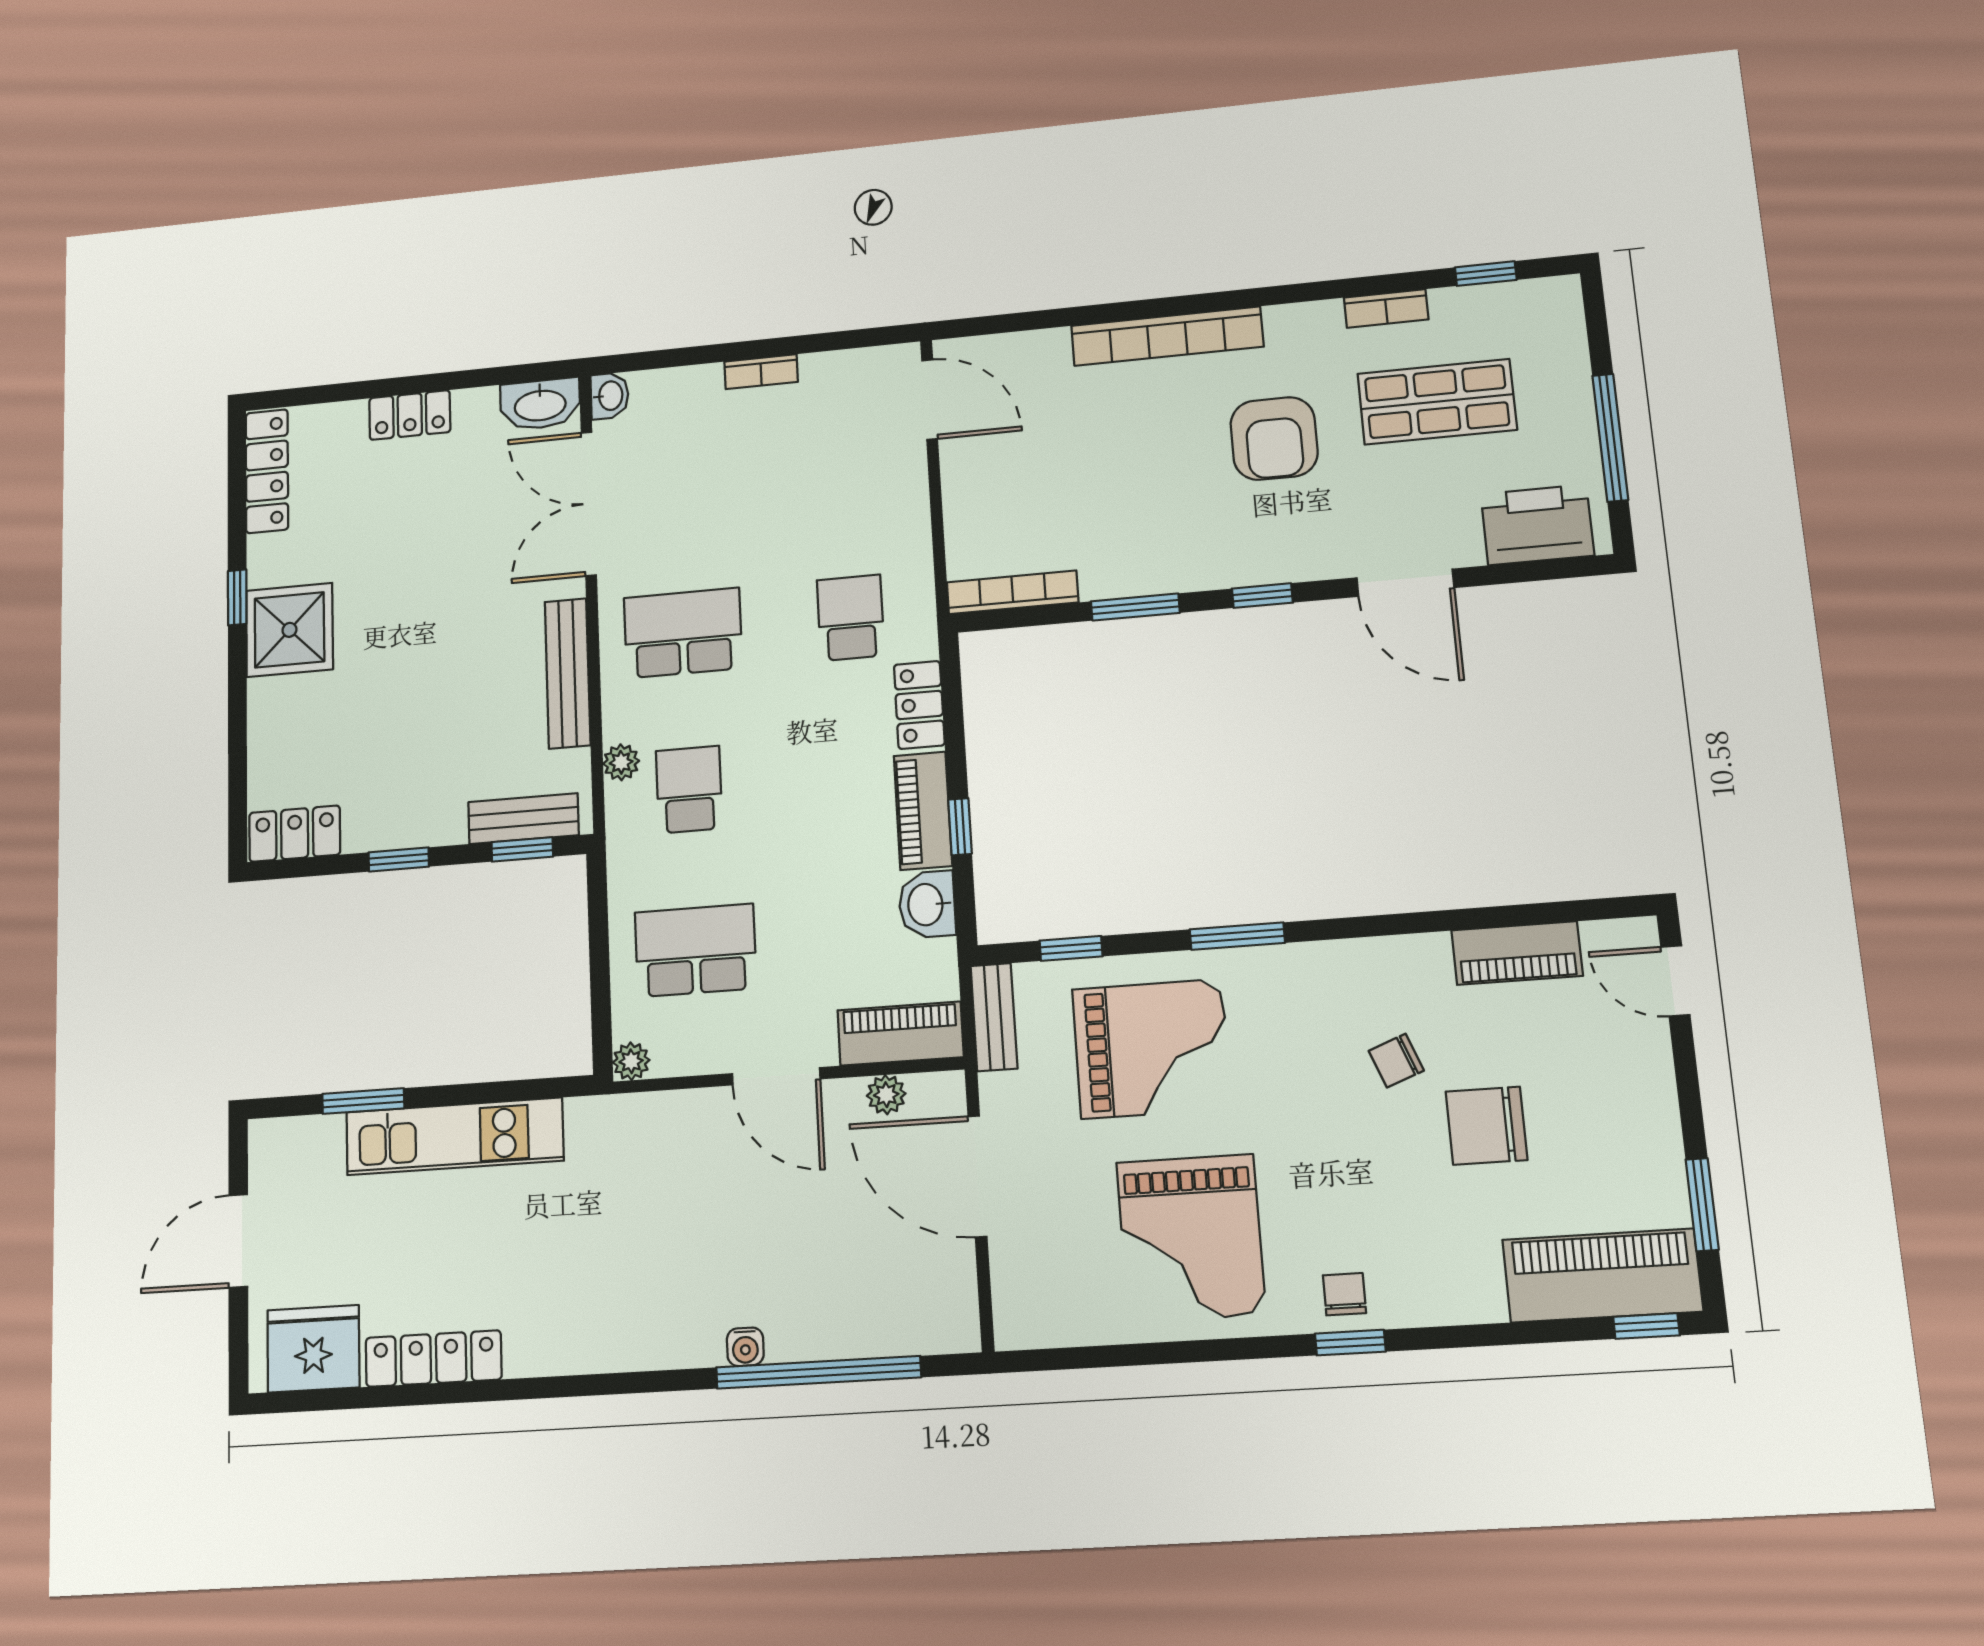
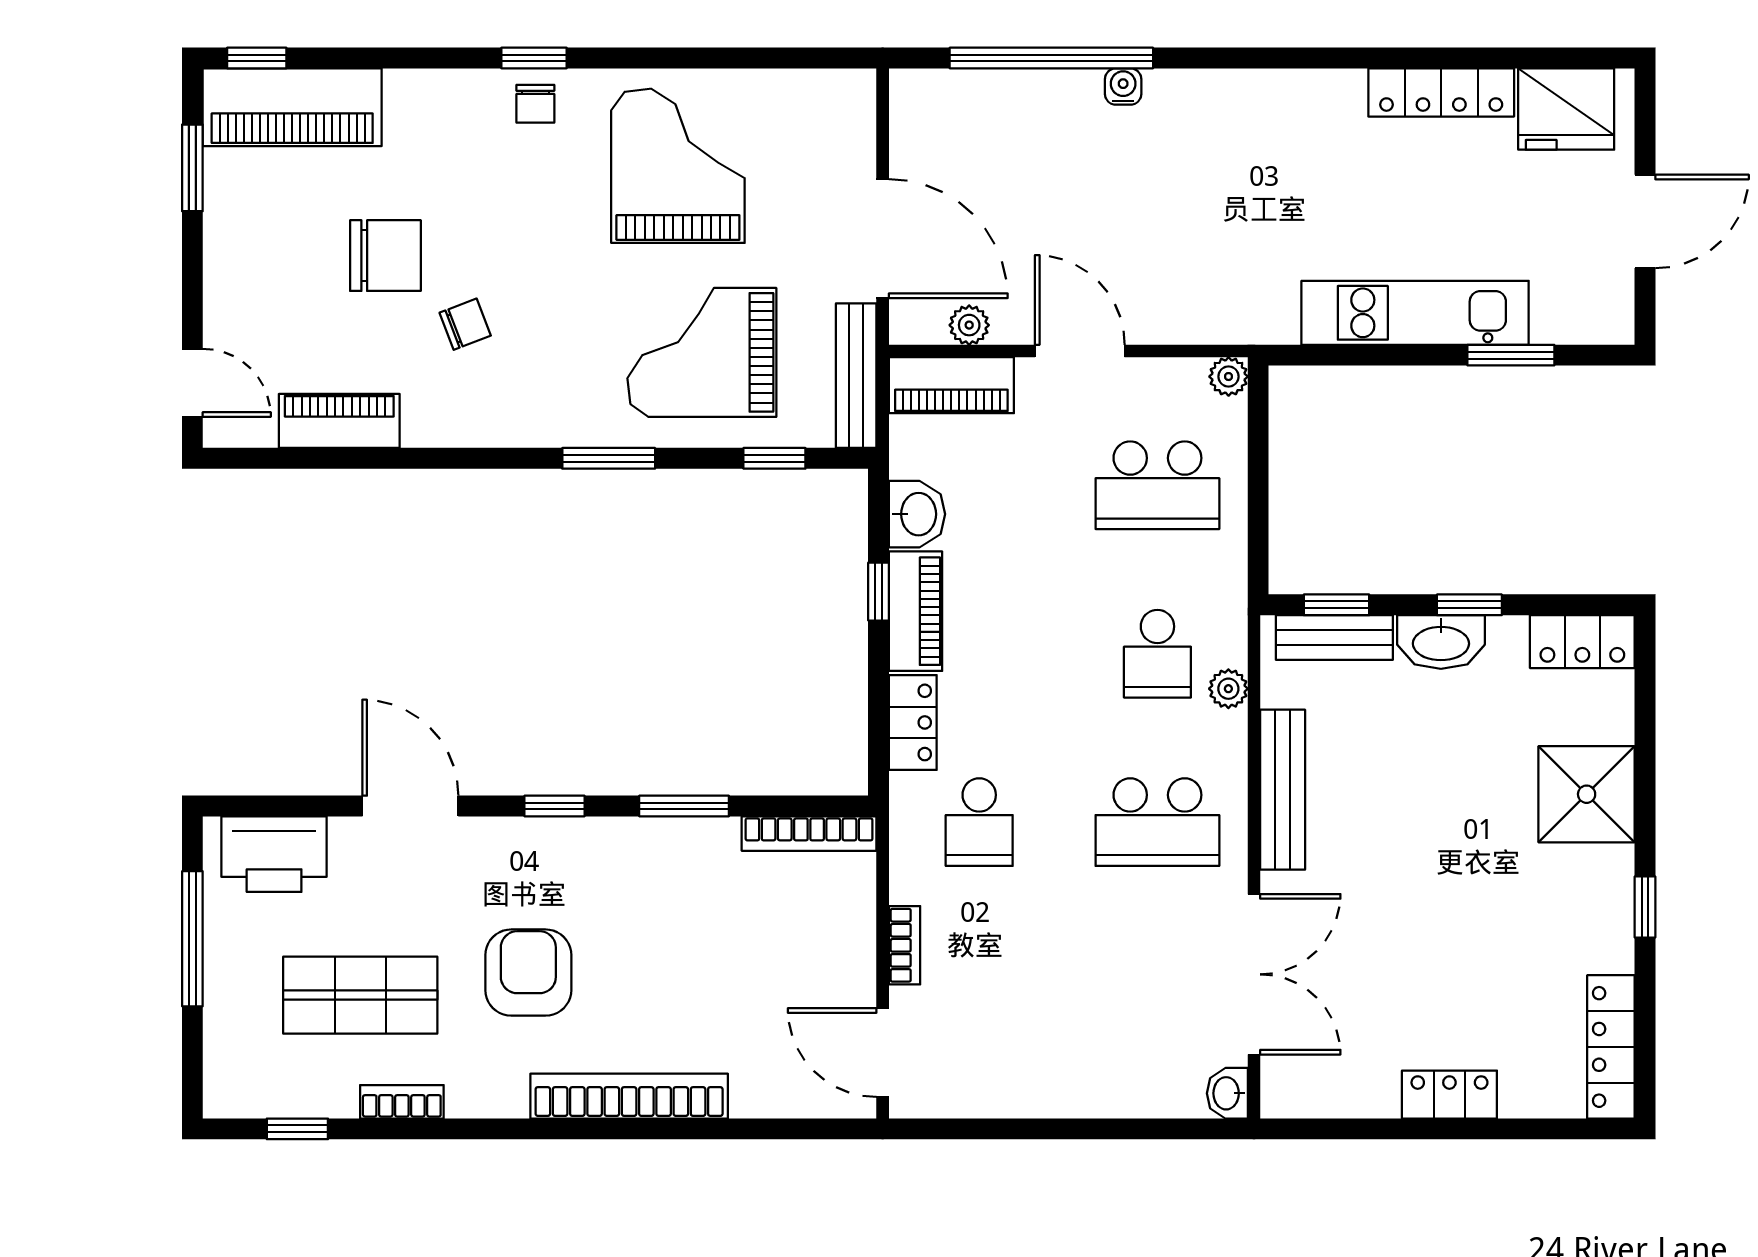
bookcase: (761, 372) -> (904, 945), moved, turned 90
washbasin: (540, 404) -> (1441, 642), moved, turned 180
shower: (289, 630) -> (1587, 794), moved
bench: (994, 1017) -> (856, 376), width x1.36

